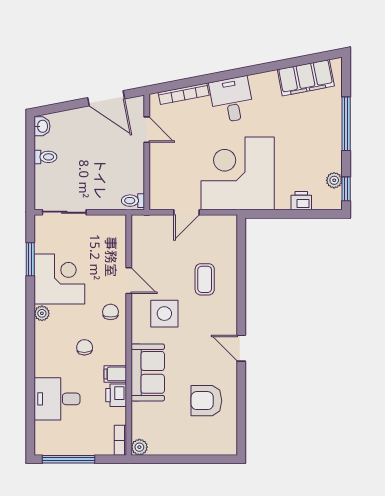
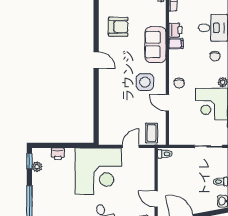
coffee table: (205, 279) -> (152, 133), moved
chair: (85, 347) -> (215, 56), moved

